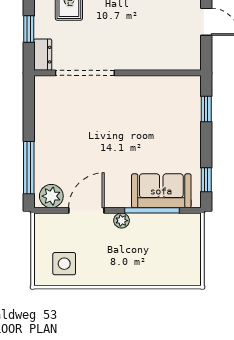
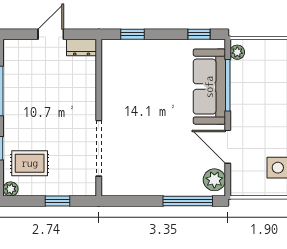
dresser: (43, 55) -> (82, 47), moved, turned 180
sofa: (161, 191) -> (209, 87), width x1.36
plant: (122, 221) -> (237, 52), moved

